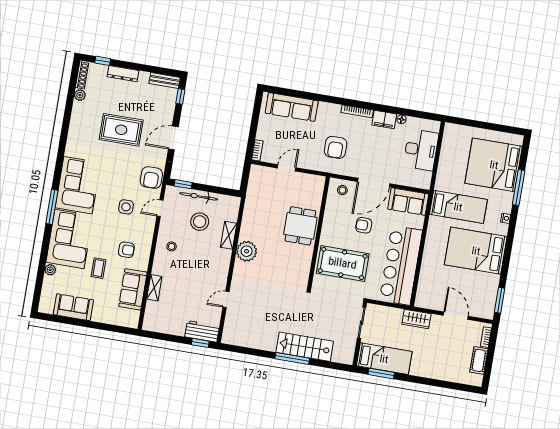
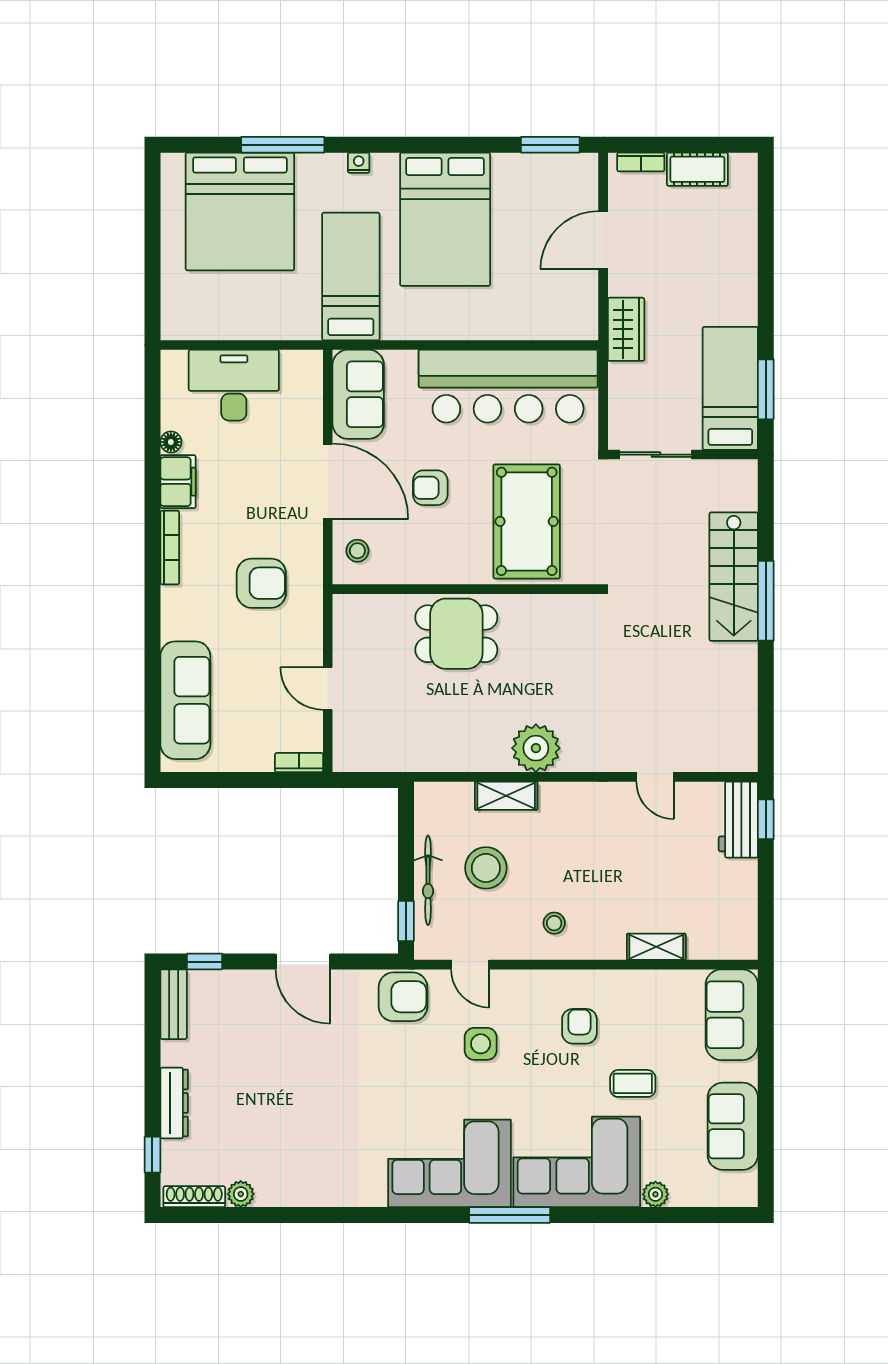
rug: (121, 130) -> (304, 1085), removed
armchair: (364, 225) -> (430, 488), turned 90
sofa: (133, 289) -> (732, 1015), moved, turned 90

